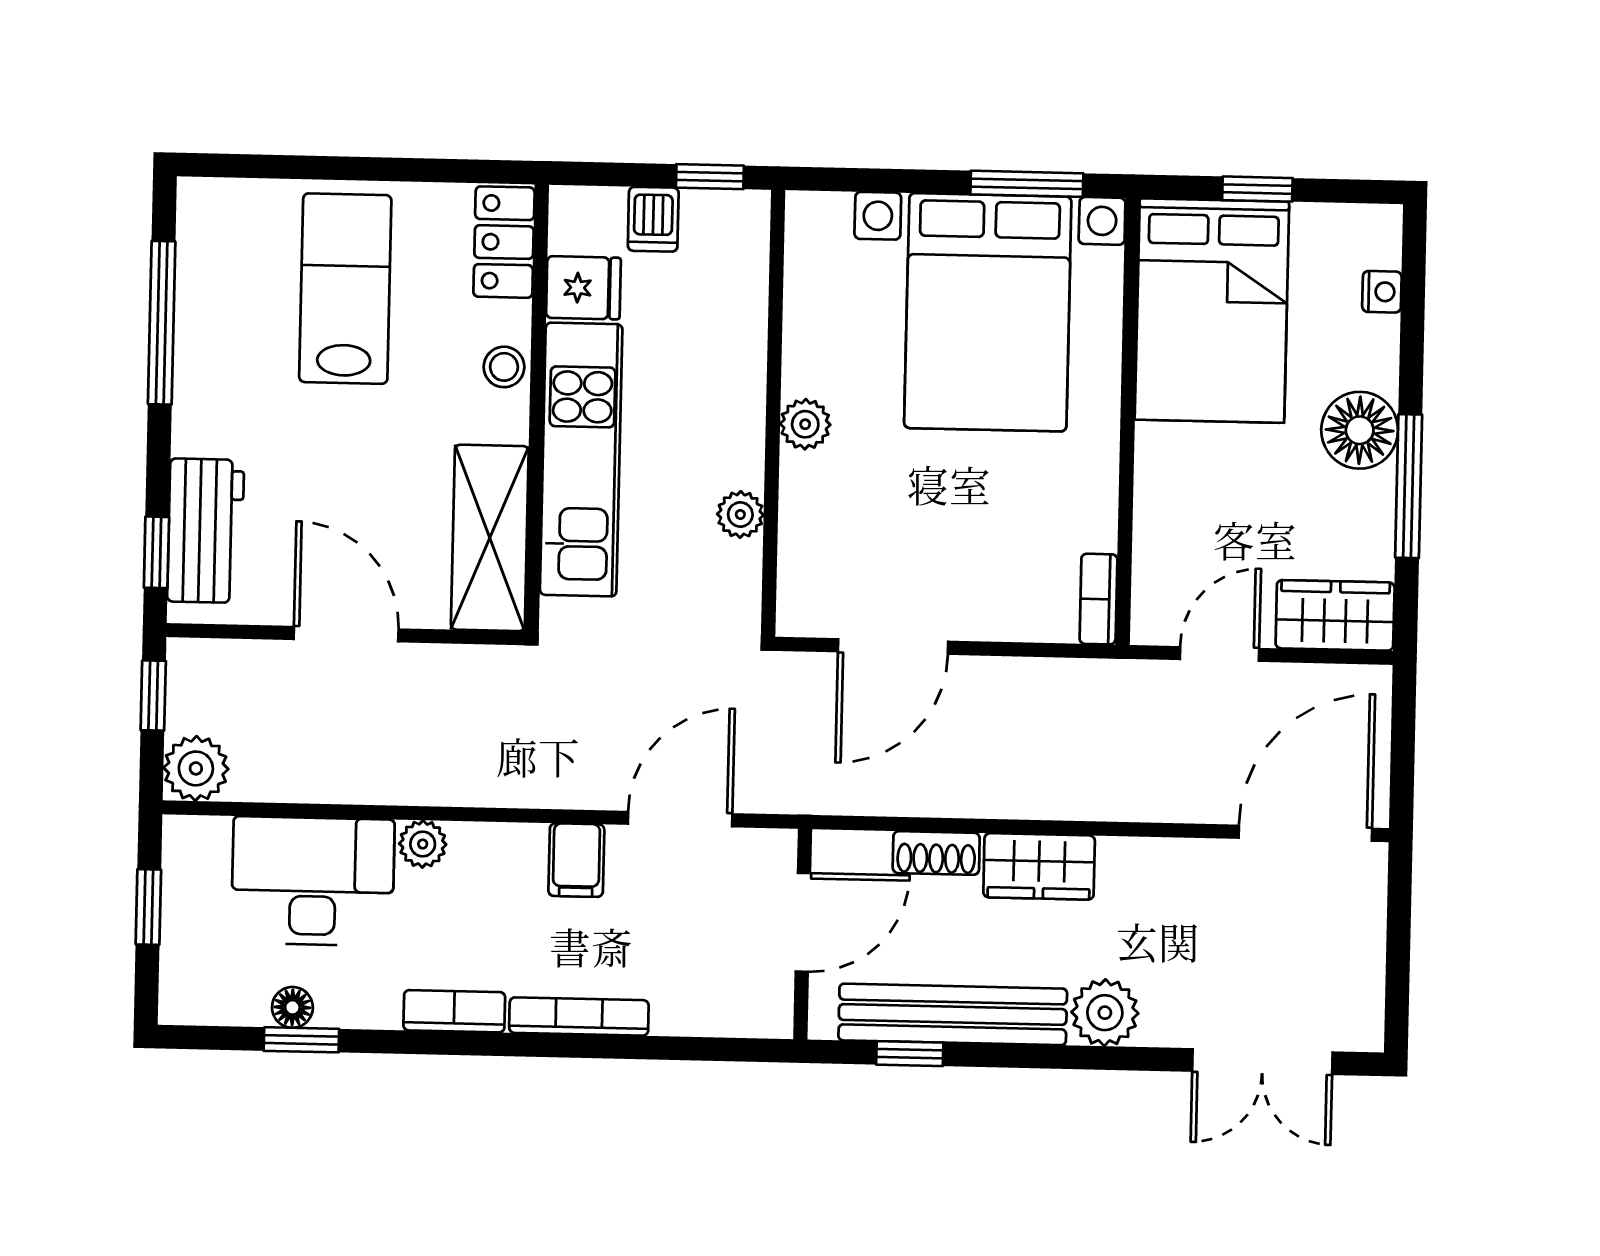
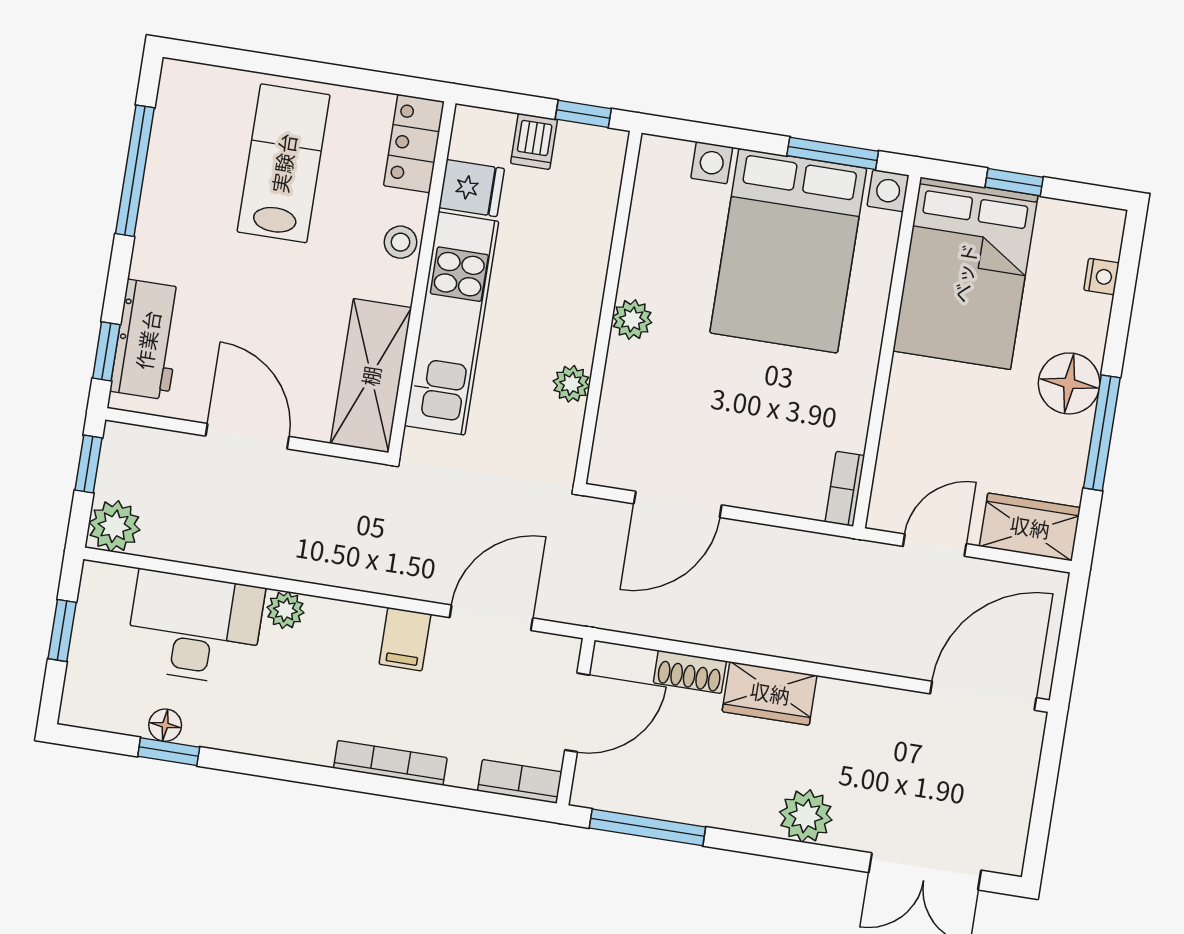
bookcase: (454, 1011) -> (520, 781), moved
bench: (953, 1014) -> (686, 801), removed
window: (910, 1054) -> (647, 827), width x2.17

